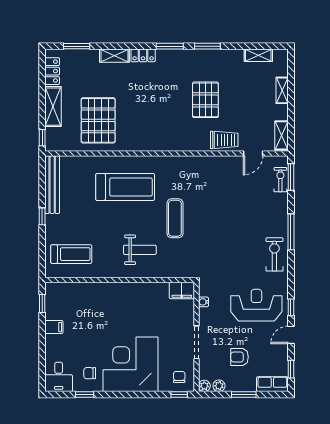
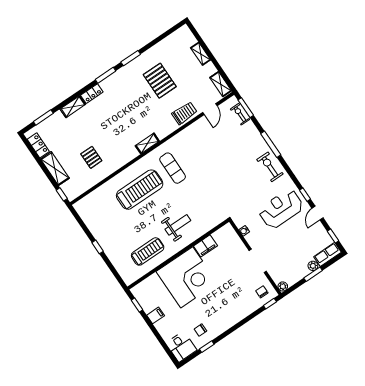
shelving: (258, 55) -> (147, 143), moved
pallet: (205, 100) -> (160, 81), moved
pallet: (98, 120) -> (91, 157), width x0.49, depth x0.50
bench: (52, 185) -> (90, 221), removed
exercise mat: (175, 218) -> (173, 168), moved
treadmill: (71, 254) -> (148, 251), moved
filing cabinet: (182, 290) -> (205, 246), moved
armchair: (239, 357) -> (293, 251), removed
corner desk: (131, 364) -> (187, 277), moved, turned 180
plant: (219, 386) -> (313, 266), moved

